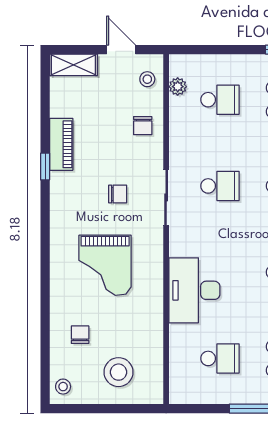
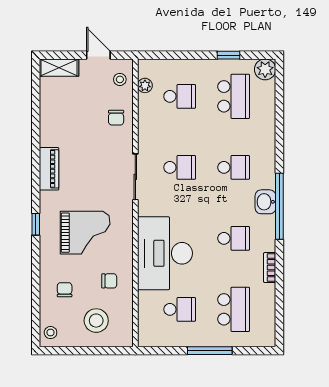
piano: (61, 144) -> (49, 169), moved
window: (45, 167) -> (36, 224), moved
chair: (118, 194) -> (109, 281), moved
grand piano: (105, 265) -> (85, 233), turned -90
desk: (194, 290) -> (165, 253), width x1.36, depth x1.30

